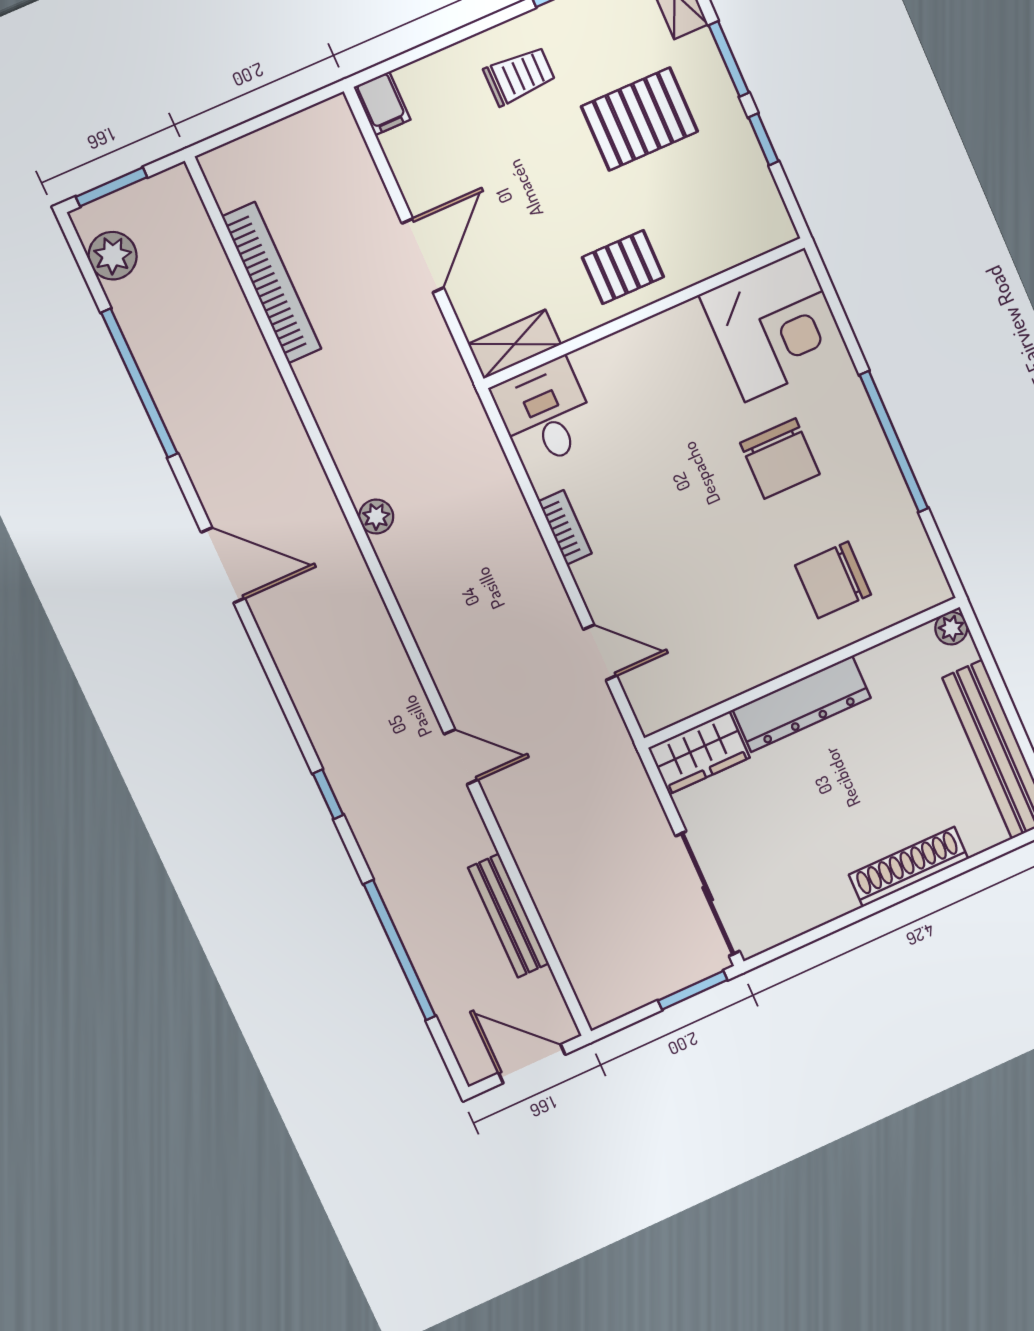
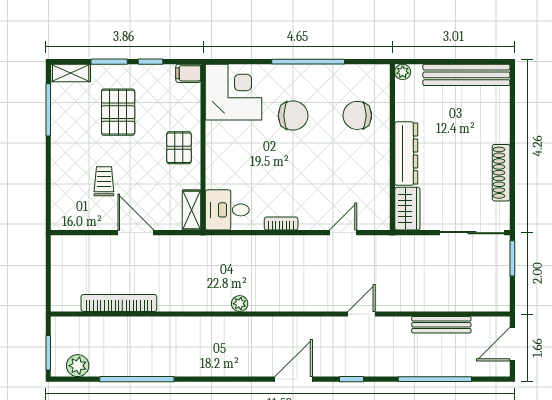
trolley: (519, 76) -> (104, 181), moved
filing cabinet: (382, 103) -> (188, 73), moved, turned 180
door: (223, 565) -> (294, 379), moved
chair: (833, 580) -> (357, 115), turned 90
shoe rack: (909, 867) -> (501, 173), moved

